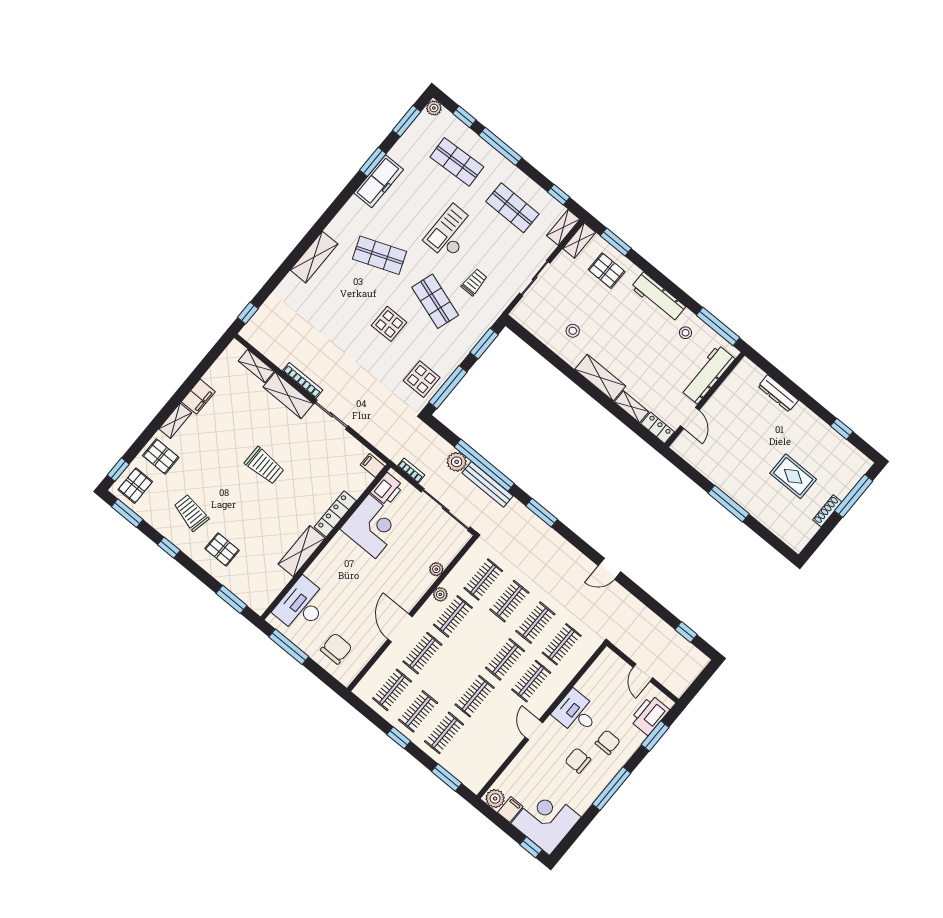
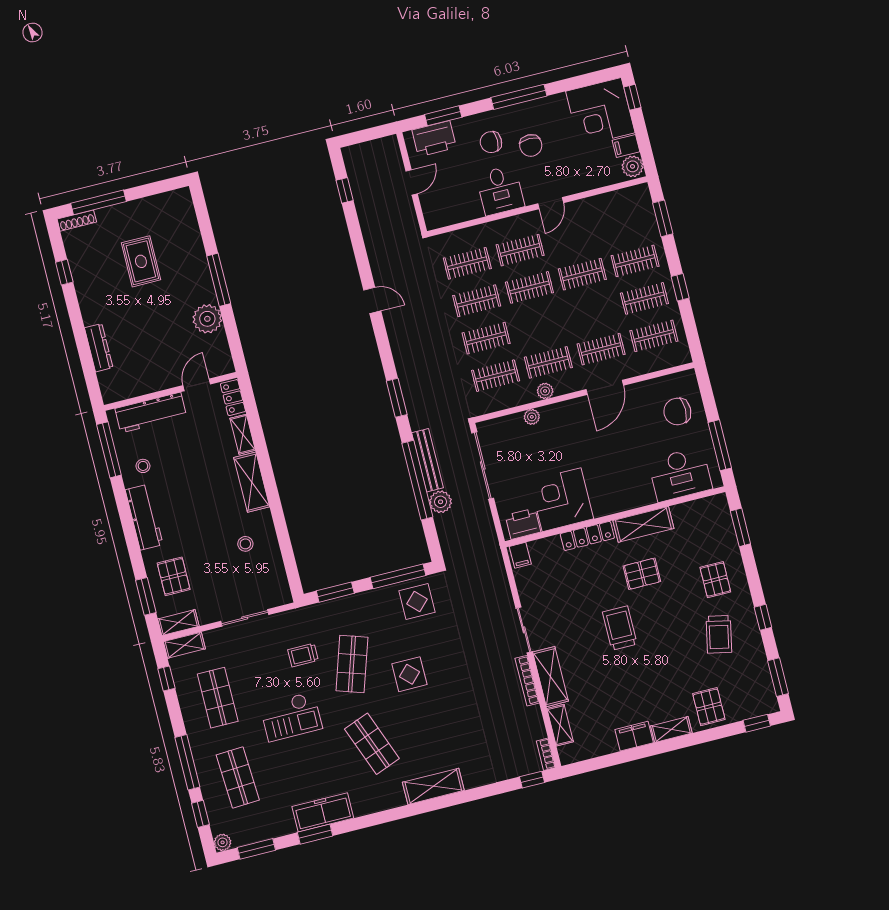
bookcase: (411, 470) -> (546, 754), moved
plant: (716, 470) -> (207, 319), added
pallet: (135, 486) -> (642, 574), moved
shoe rack: (827, 511) -> (77, 221), moved

